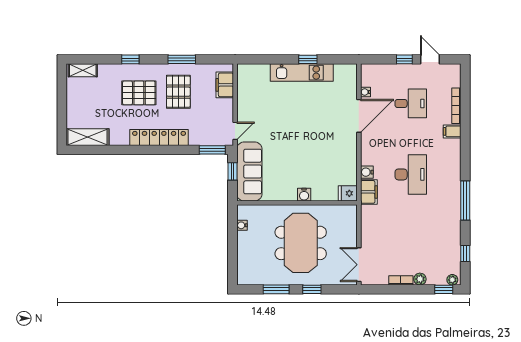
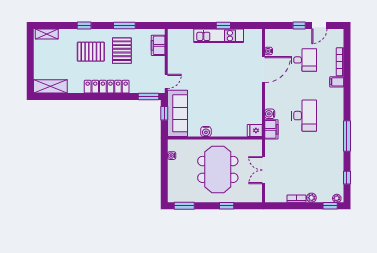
door: (430, 59) -> (319, 25), swing flipped
water cooler: (304, 195) -> (206, 132), moved
double door: (359, 265) -> (263, 170), moved
window: (276, 289) -> (184, 206), moved

